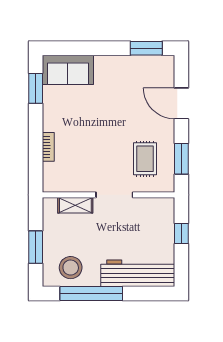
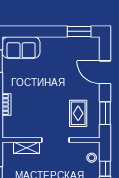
stool: (163, 219) -> (92, 158), added

